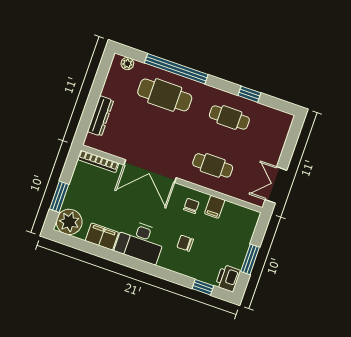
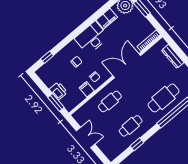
double door: (276, 185) -> (86, 137), moved
window: (250, 259) -> (56, 102), moved
printer: (228, 278) -> (58, 91), moved

